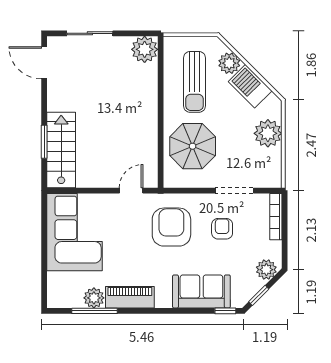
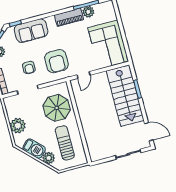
plant: (145, 49) -> (96, 153), removed
stairs: (61, 150) -> (125, 96), width x1.36, depth x1.51

